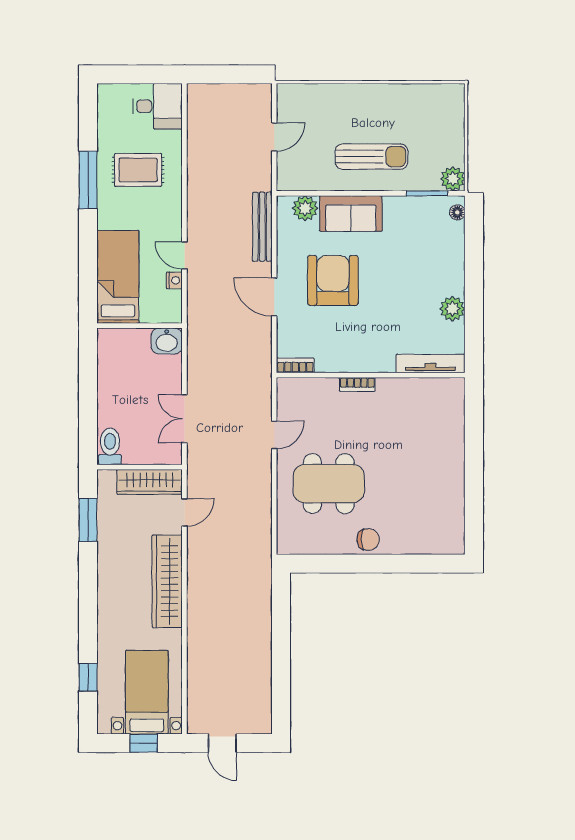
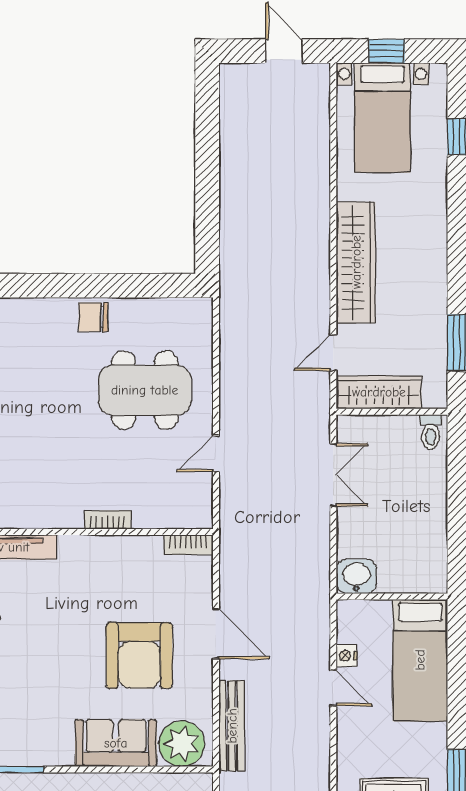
plant: (305, 208) -> (182, 744), width x1.36, depth x1.36
toilet: (110, 446) -> (431, 432), width x0.73, depth x0.72

